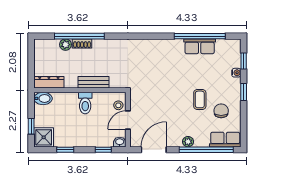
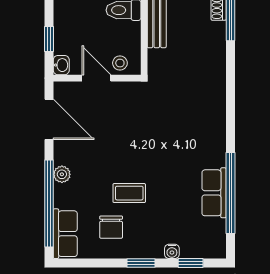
chair: (221, 111) -> (111, 227), turned 90

